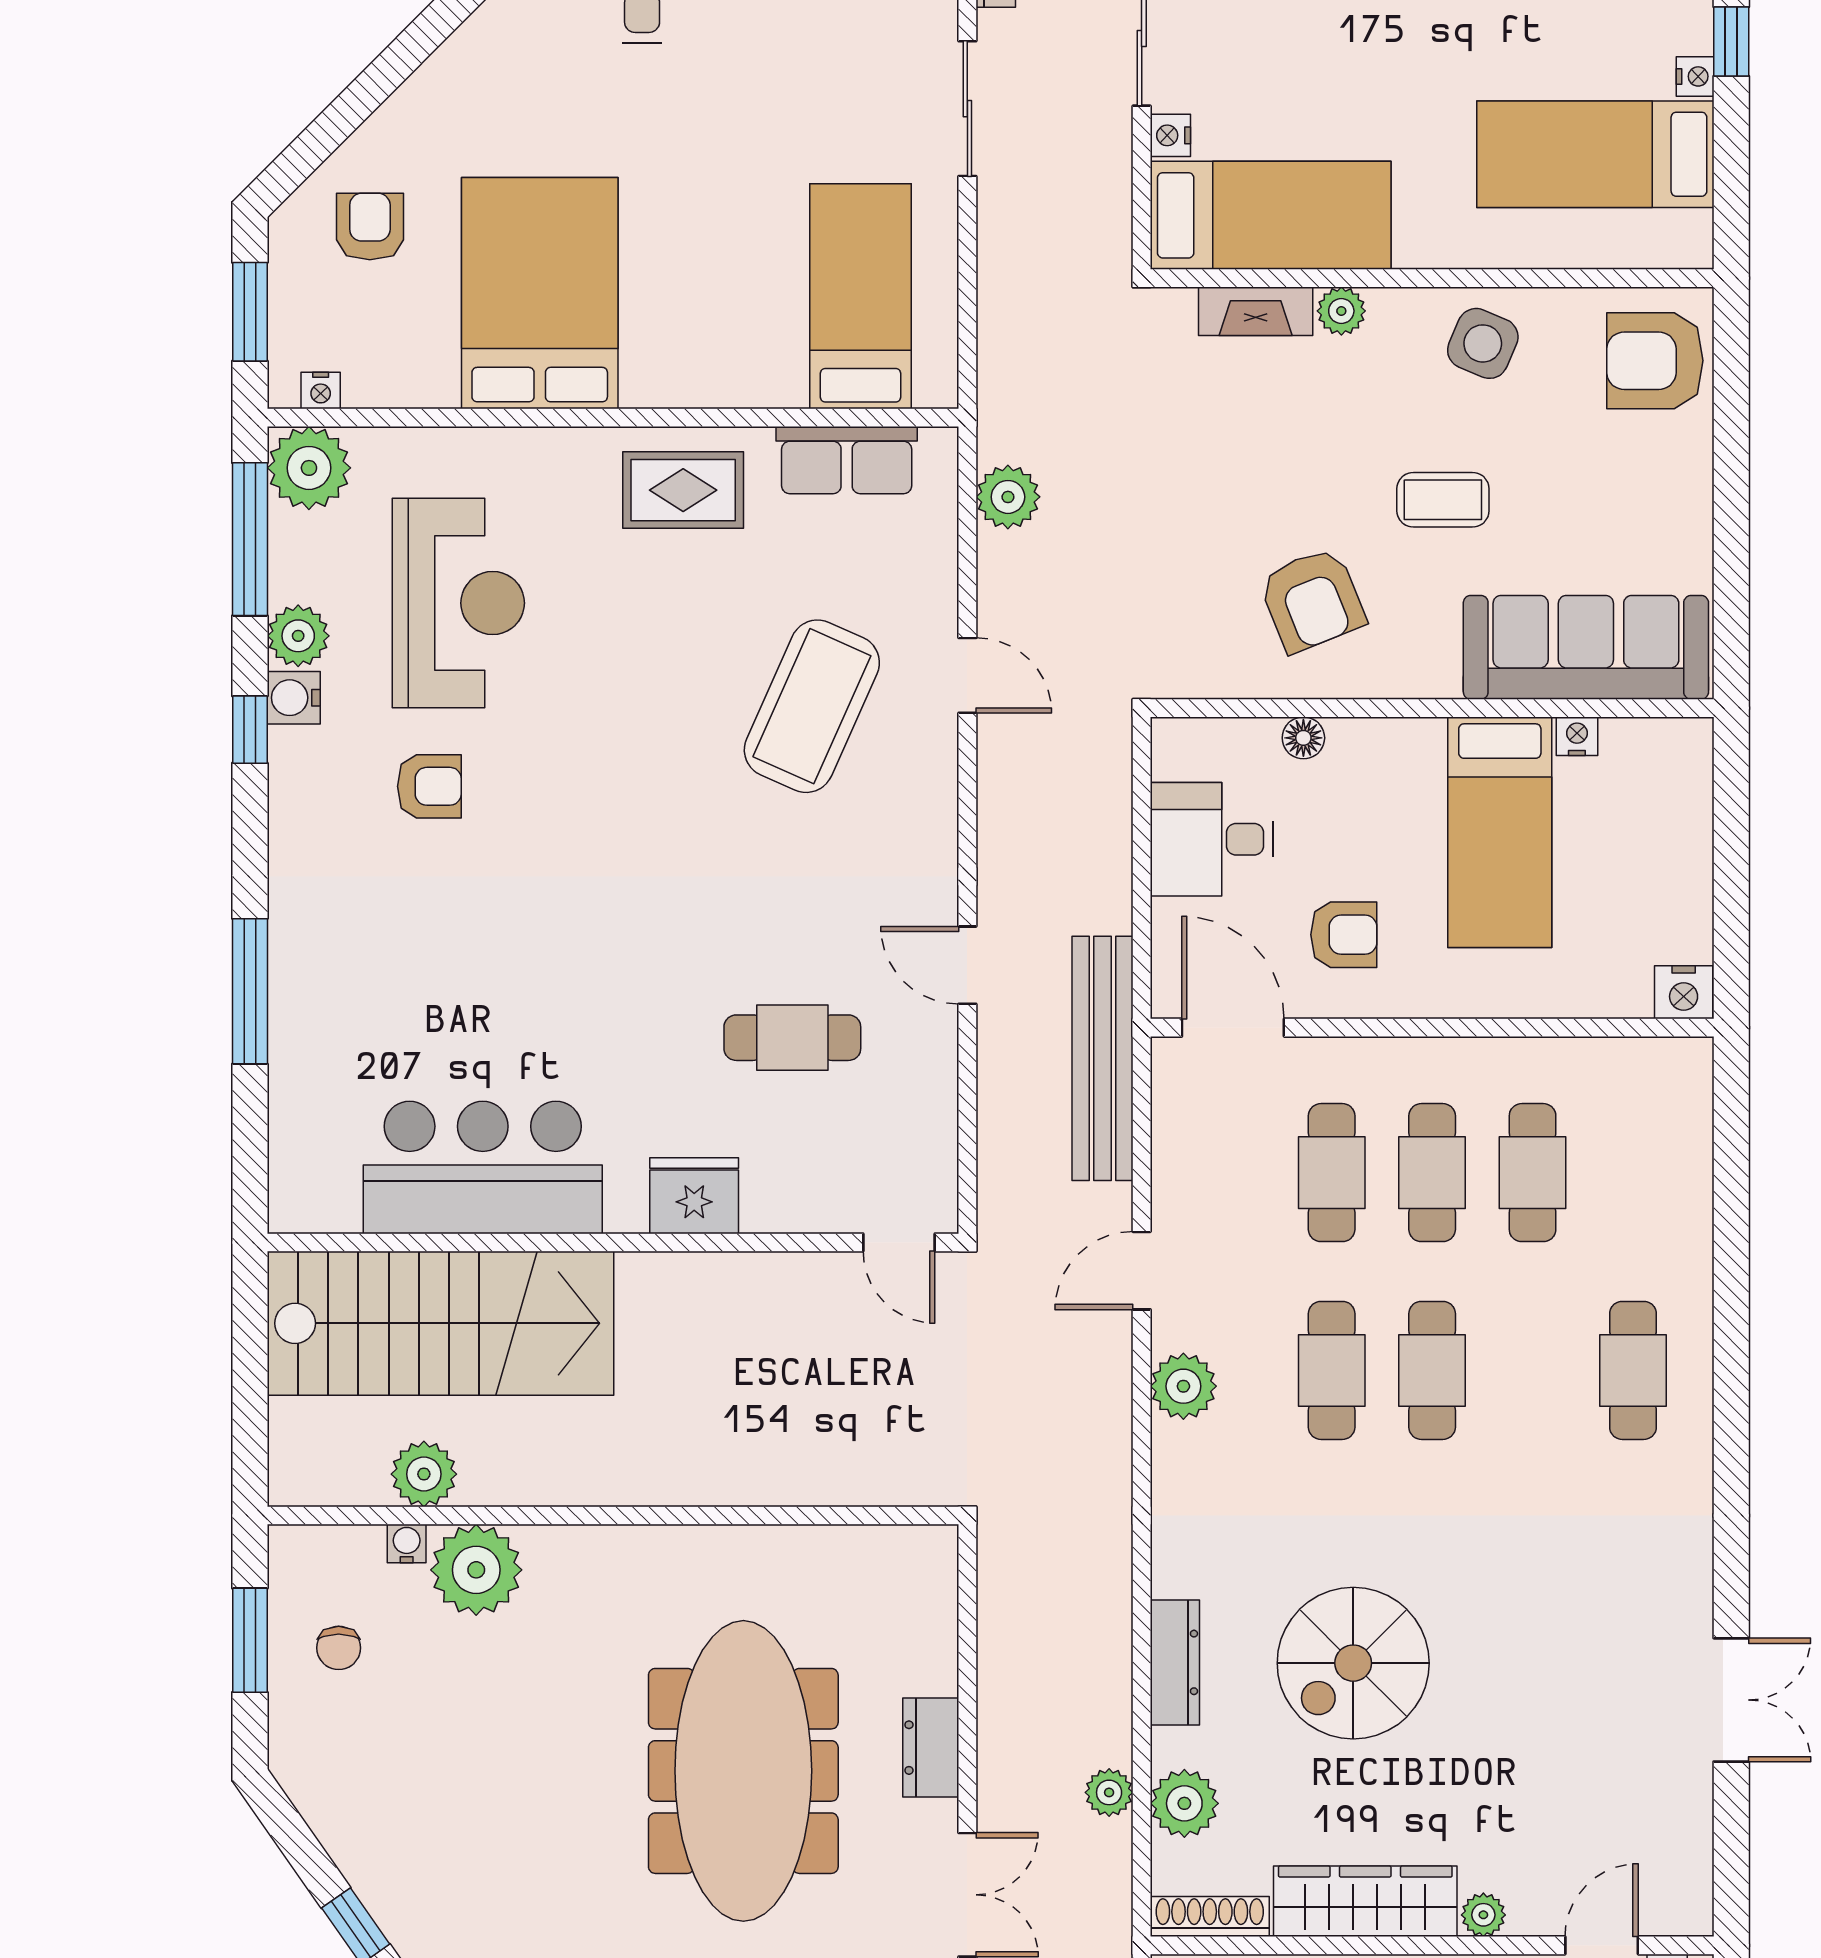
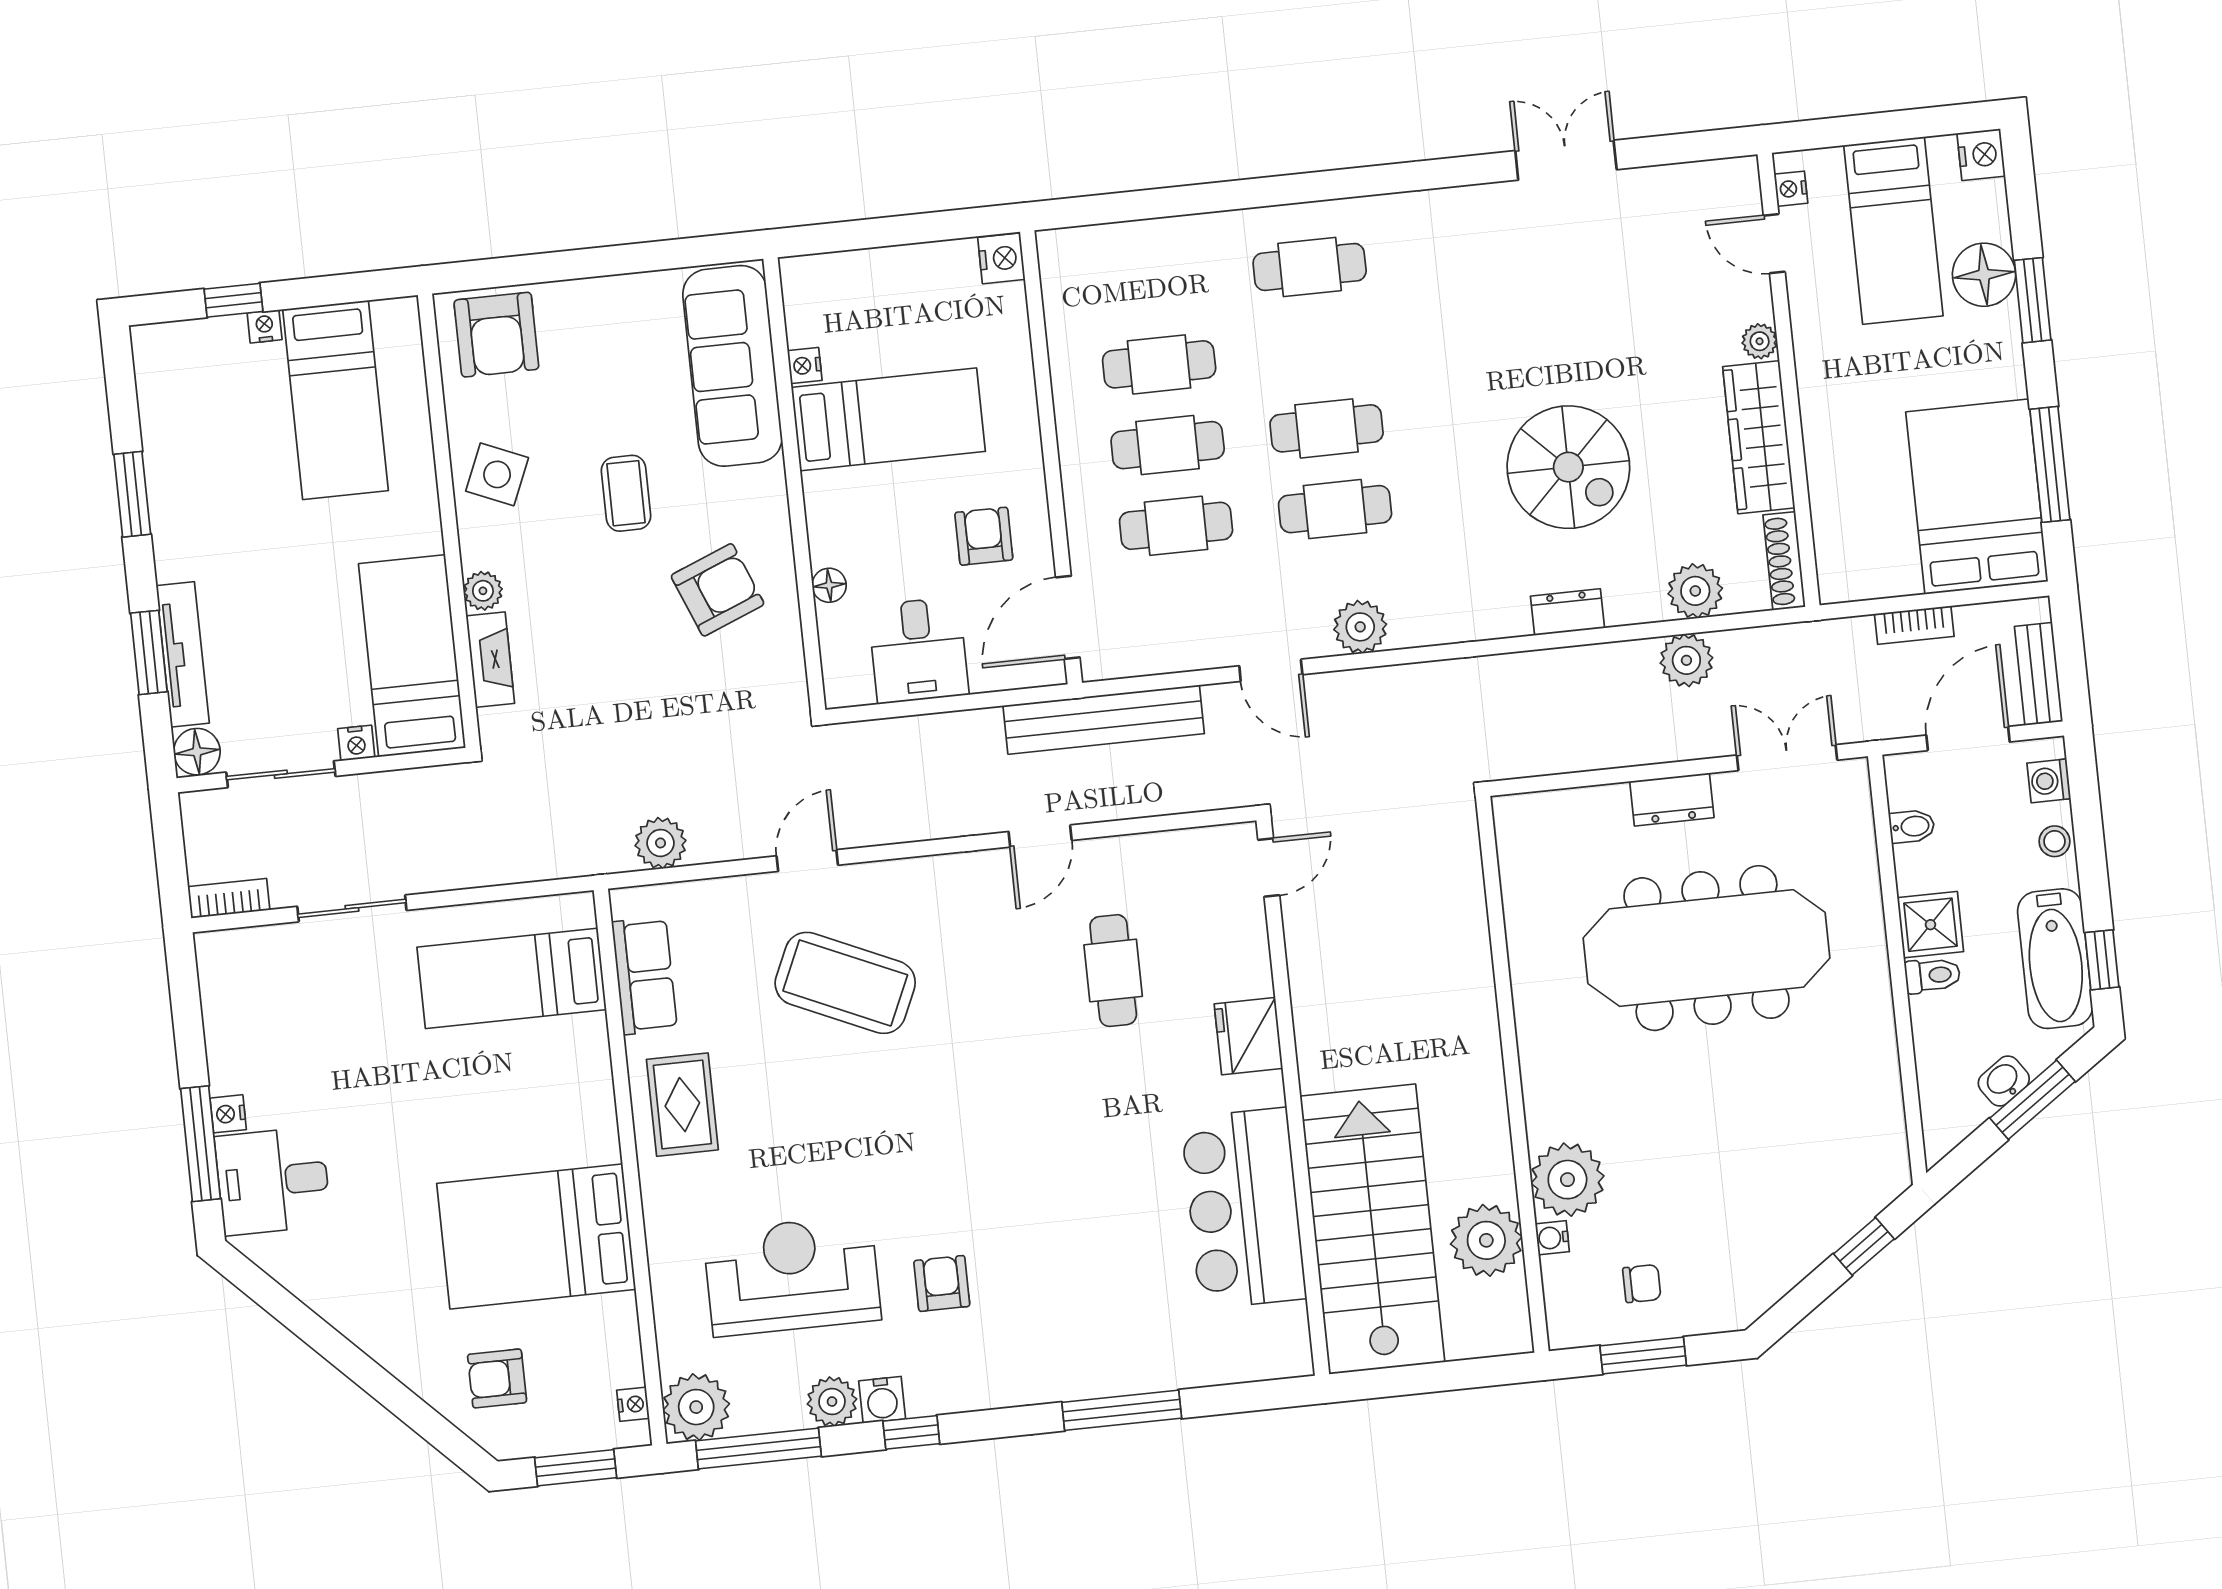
plant: (424, 1474) -> (1486, 1240), width x1.36, depth x1.36
dresser: (1175, 1662) -> (1568, 612), width x0.70
plant: (1109, 1792) -> (1686, 660), width x1.38, depth x1.38

